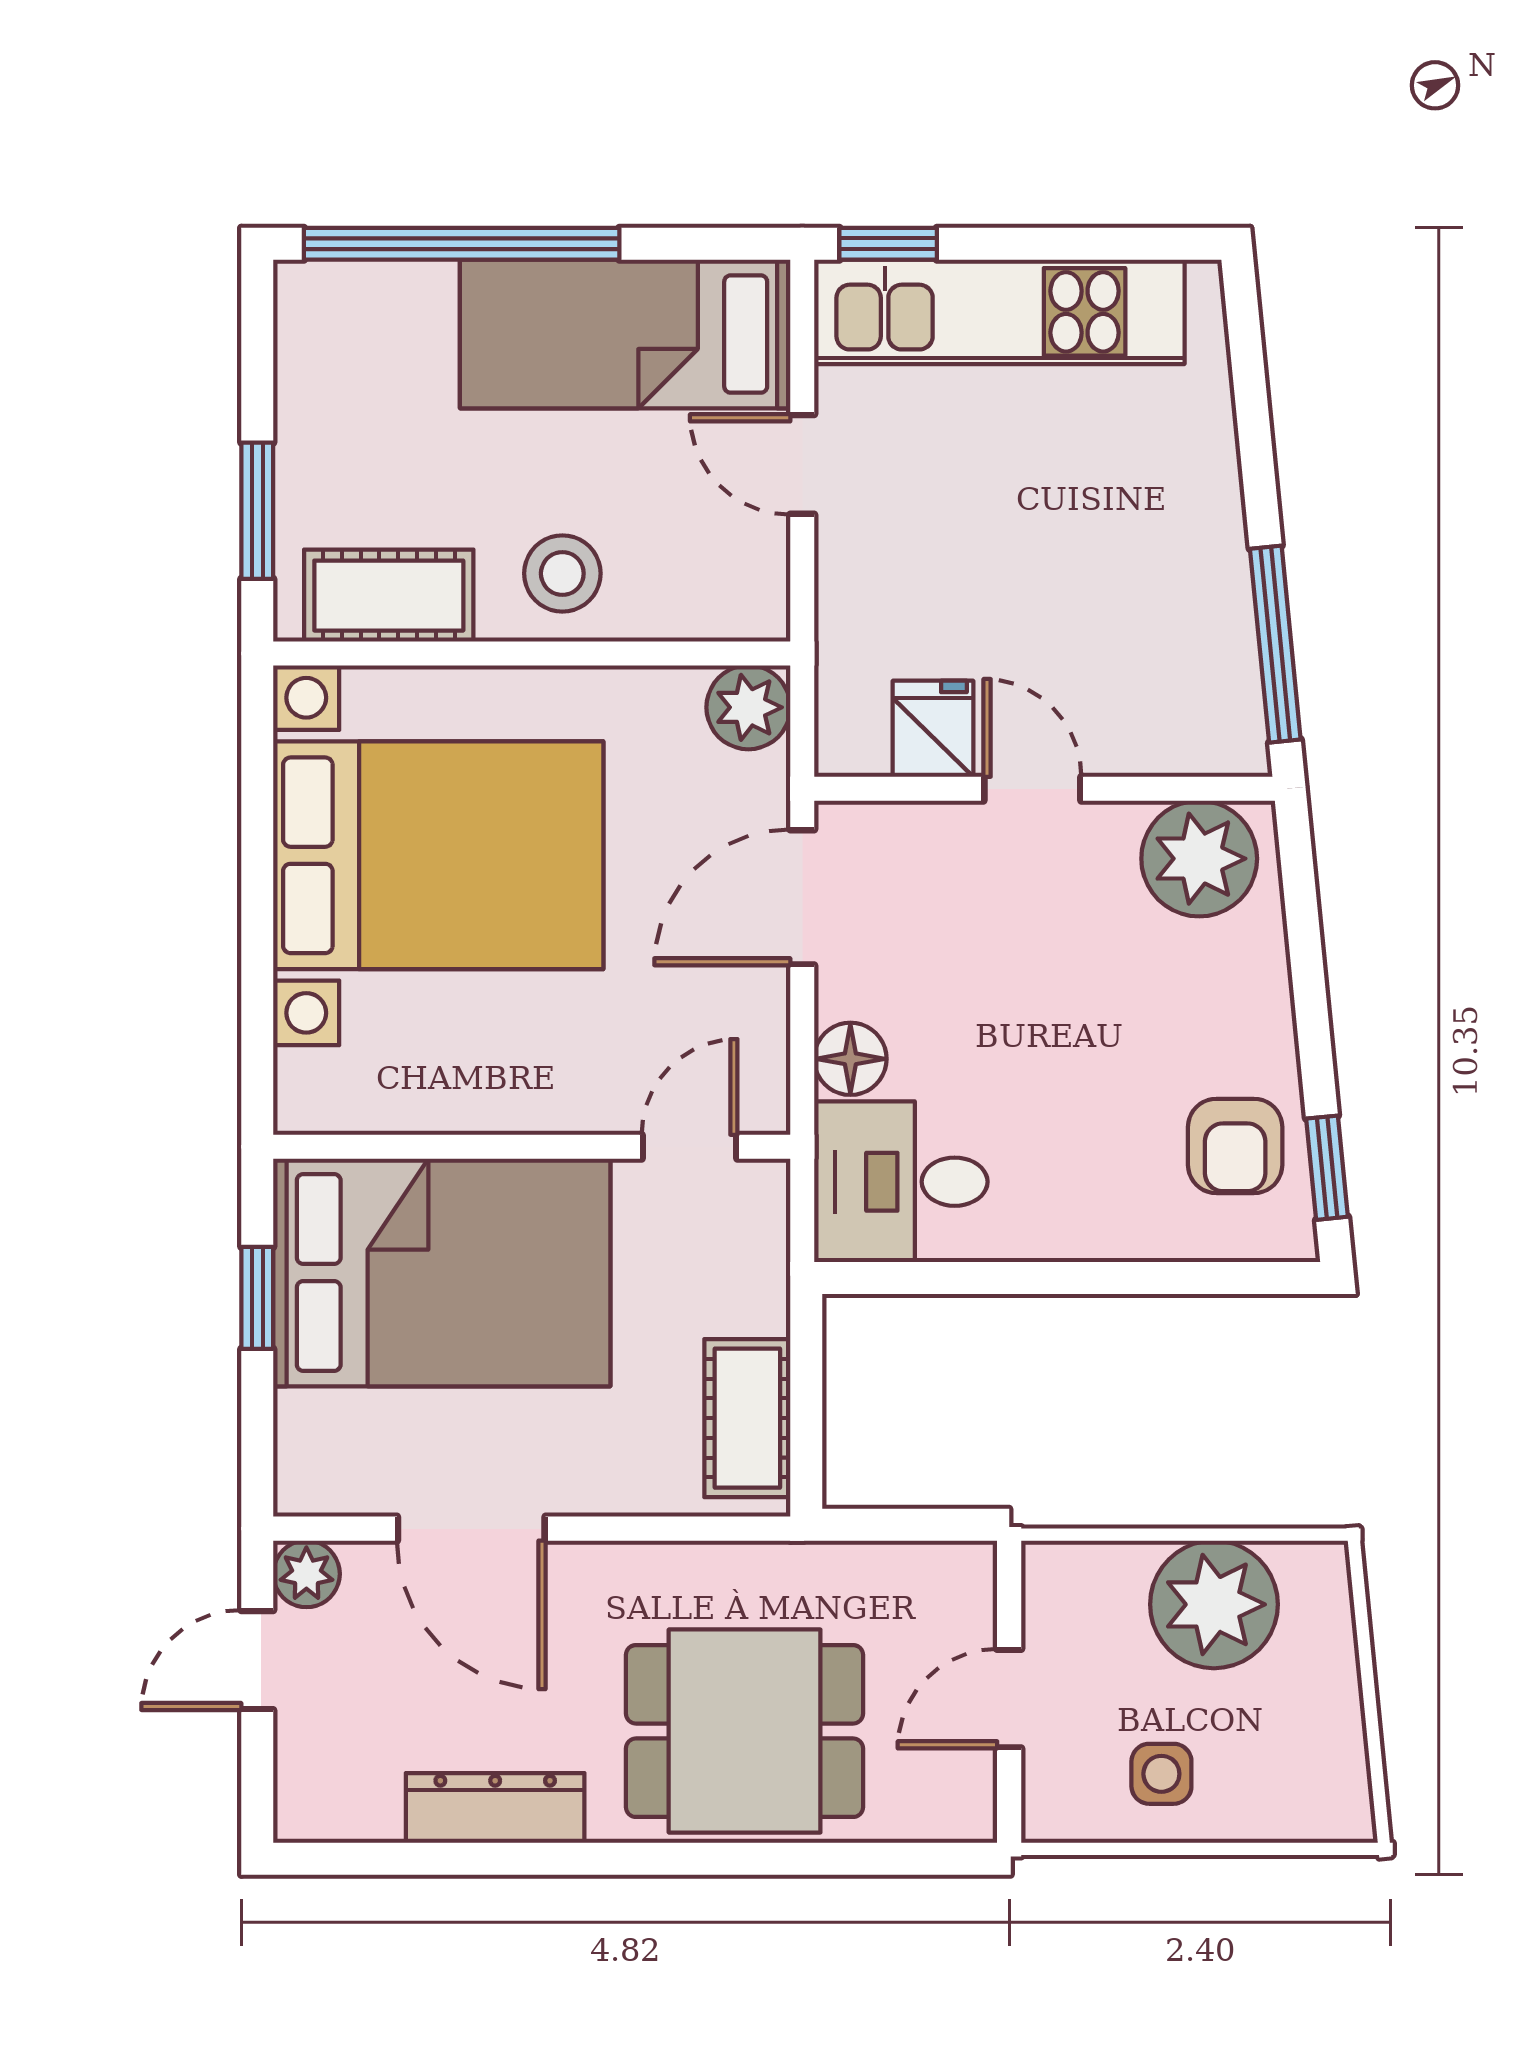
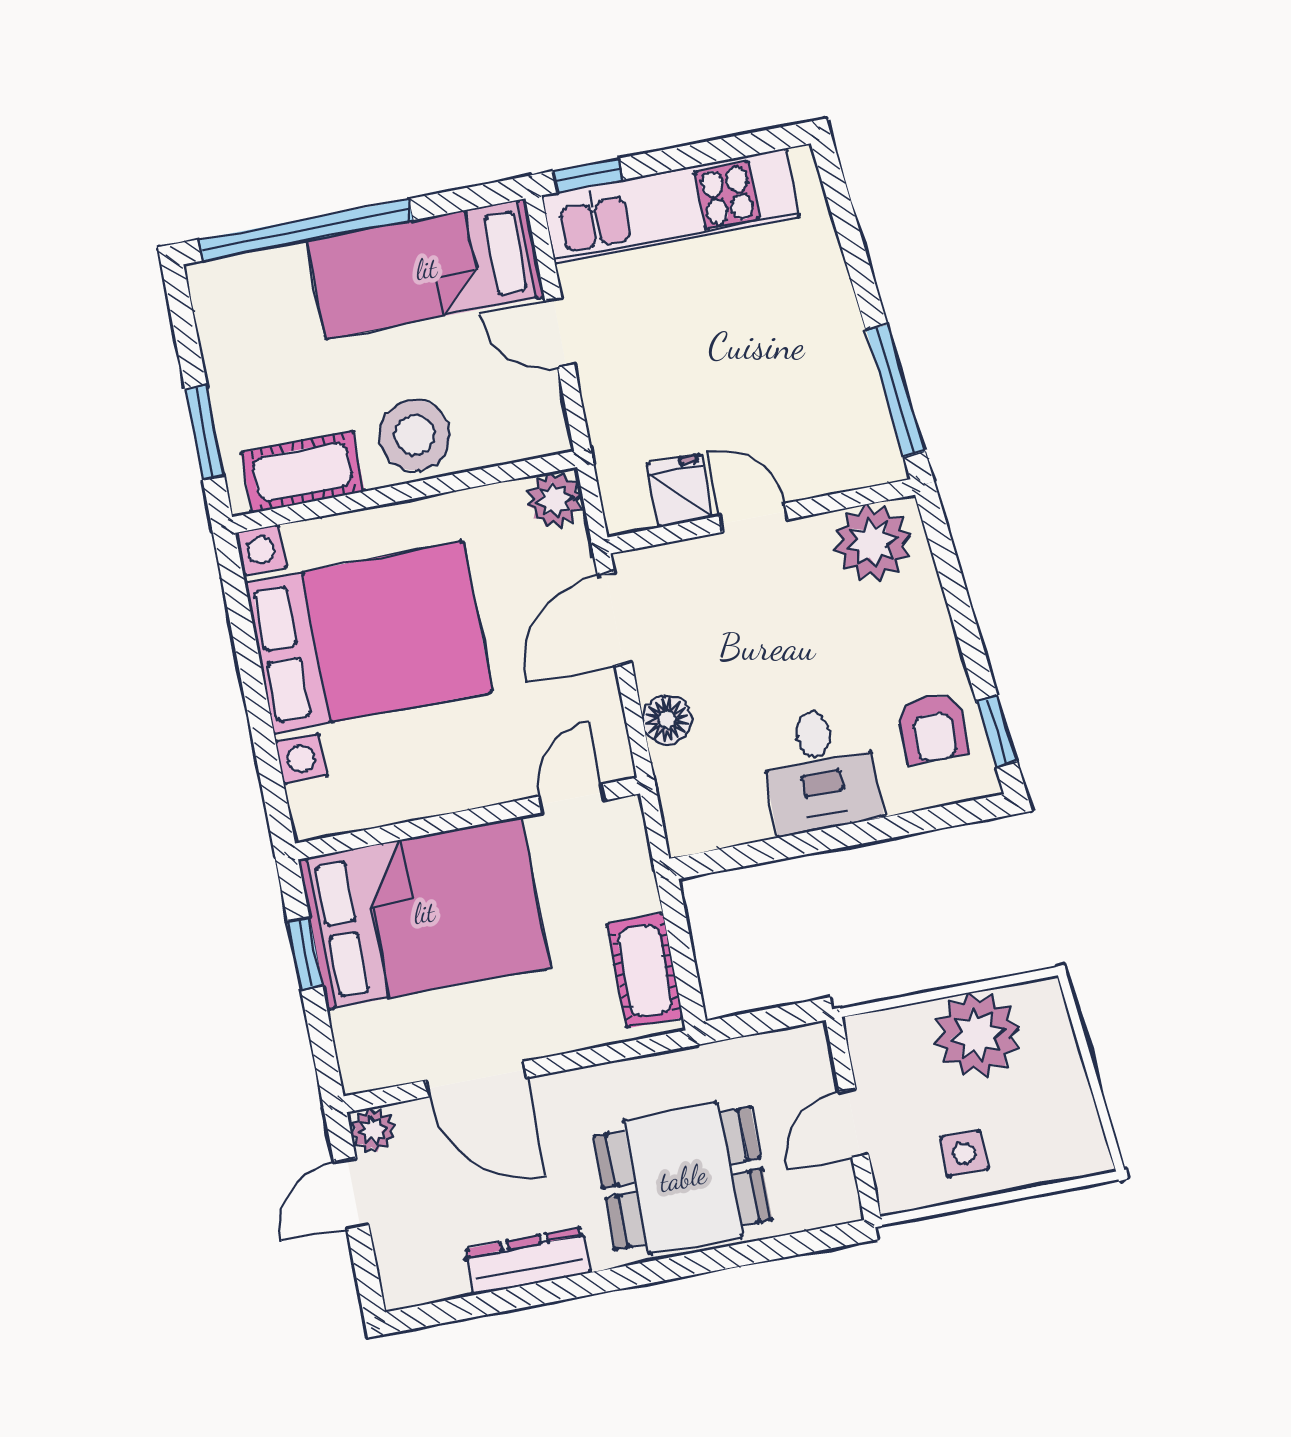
stool: (562, 573) -> (415, 435), width x1.38, depth x1.38
desk: (901, 1182) -> (820, 770), moved, turned -90

